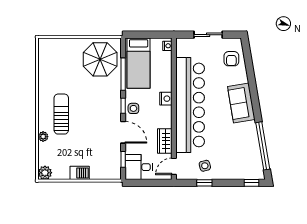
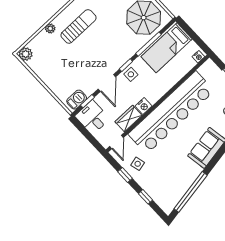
nightstand: (166, 99) -> (144, 106), moved
door: (174, 166) -> (116, 142), swing flipped
barbecue: (80, 173) -> (77, 100), moved, turned -90
window: (251, 183) -> (145, 197), moved

